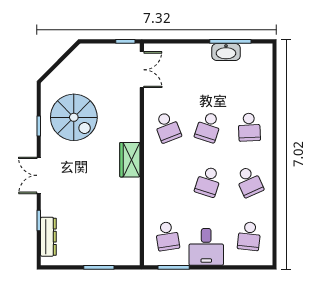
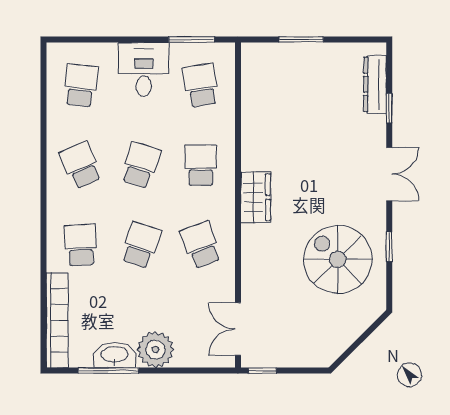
plant: (198, 56) -> (156, 350), added
bookcase: (265, 76) -> (57, 320), added
school desk: (167, 182) -> (201, 165), added

